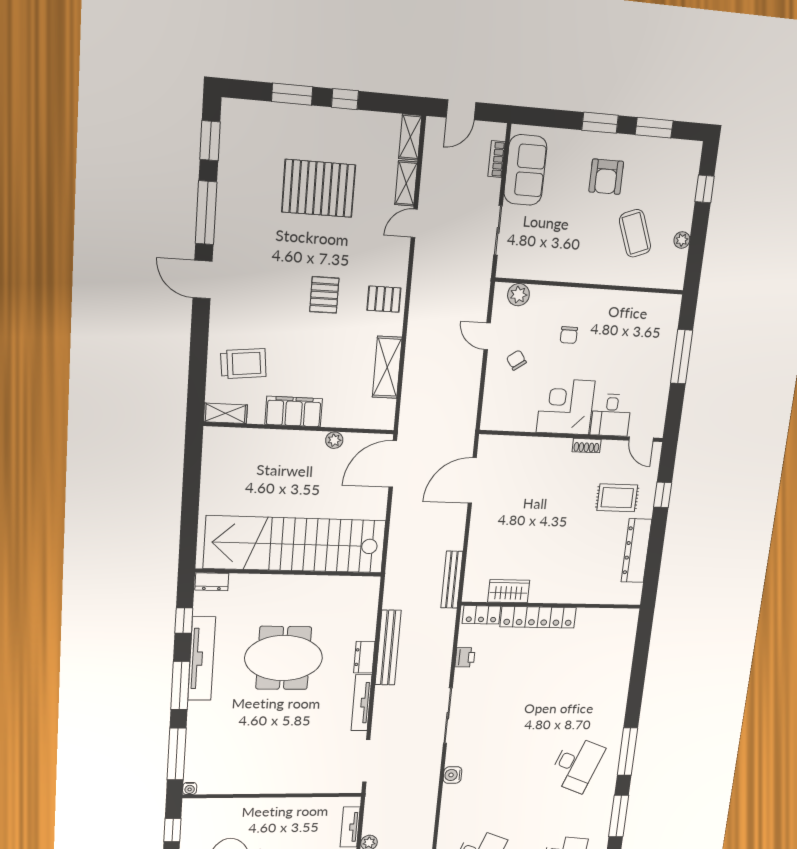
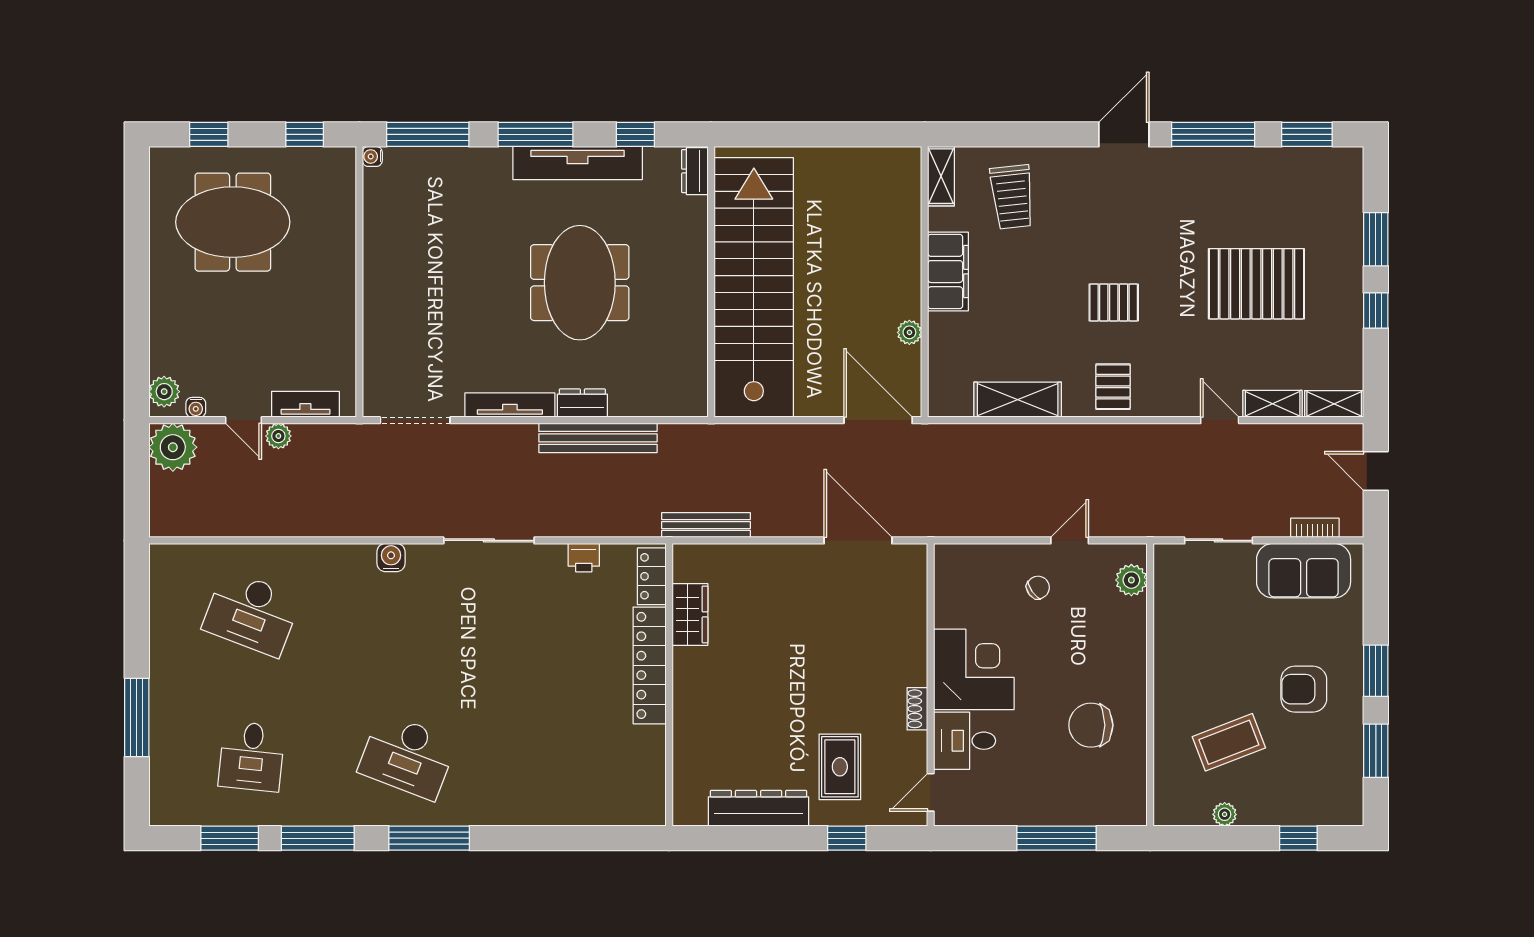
pallet: (319, 188) -> (1256, 284), turned 90
chair: (569, 335) -> (1091, 725), moved, width x1.87, depth x1.87

